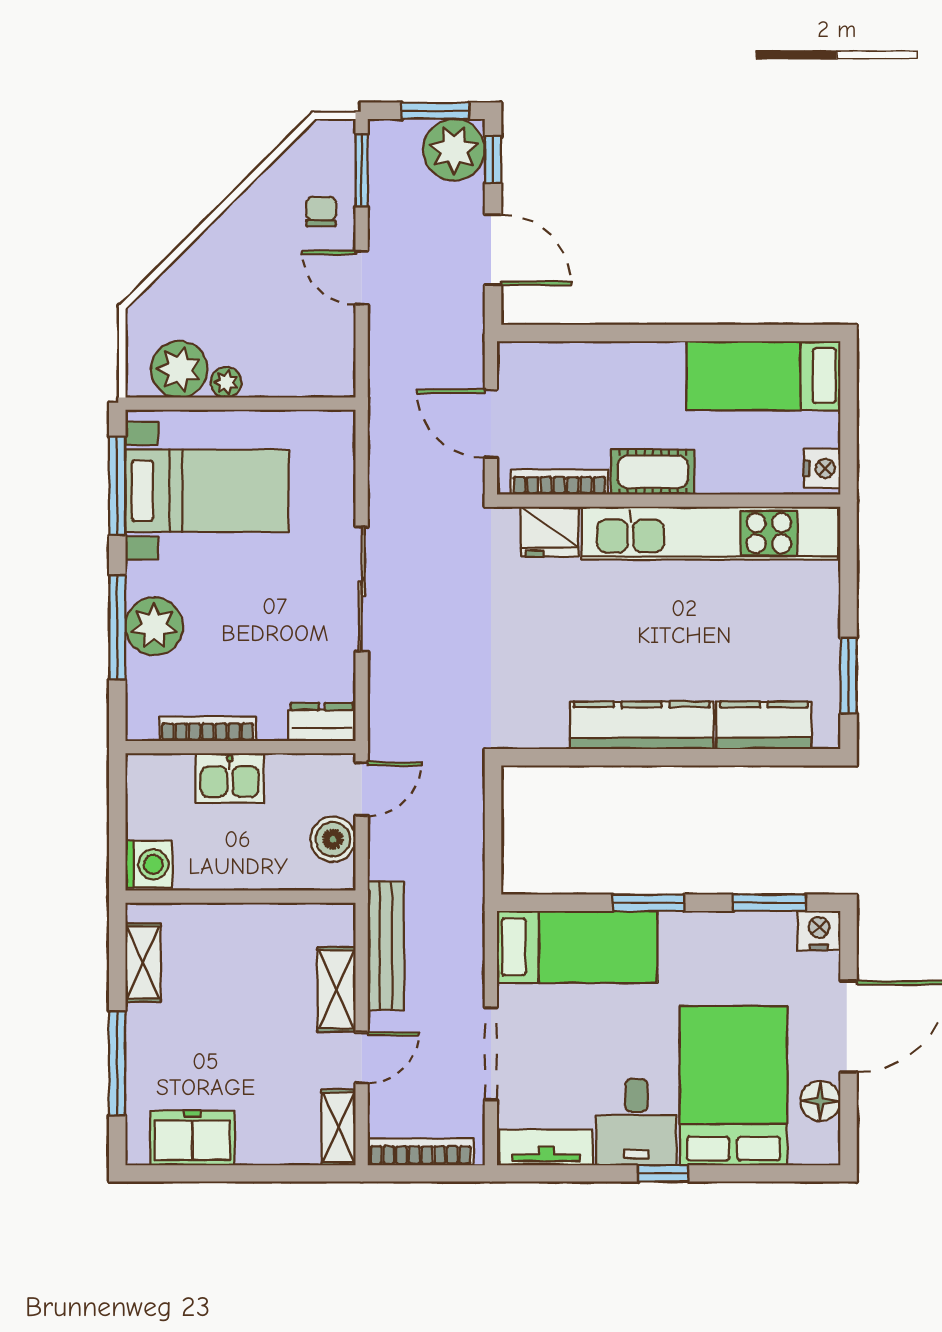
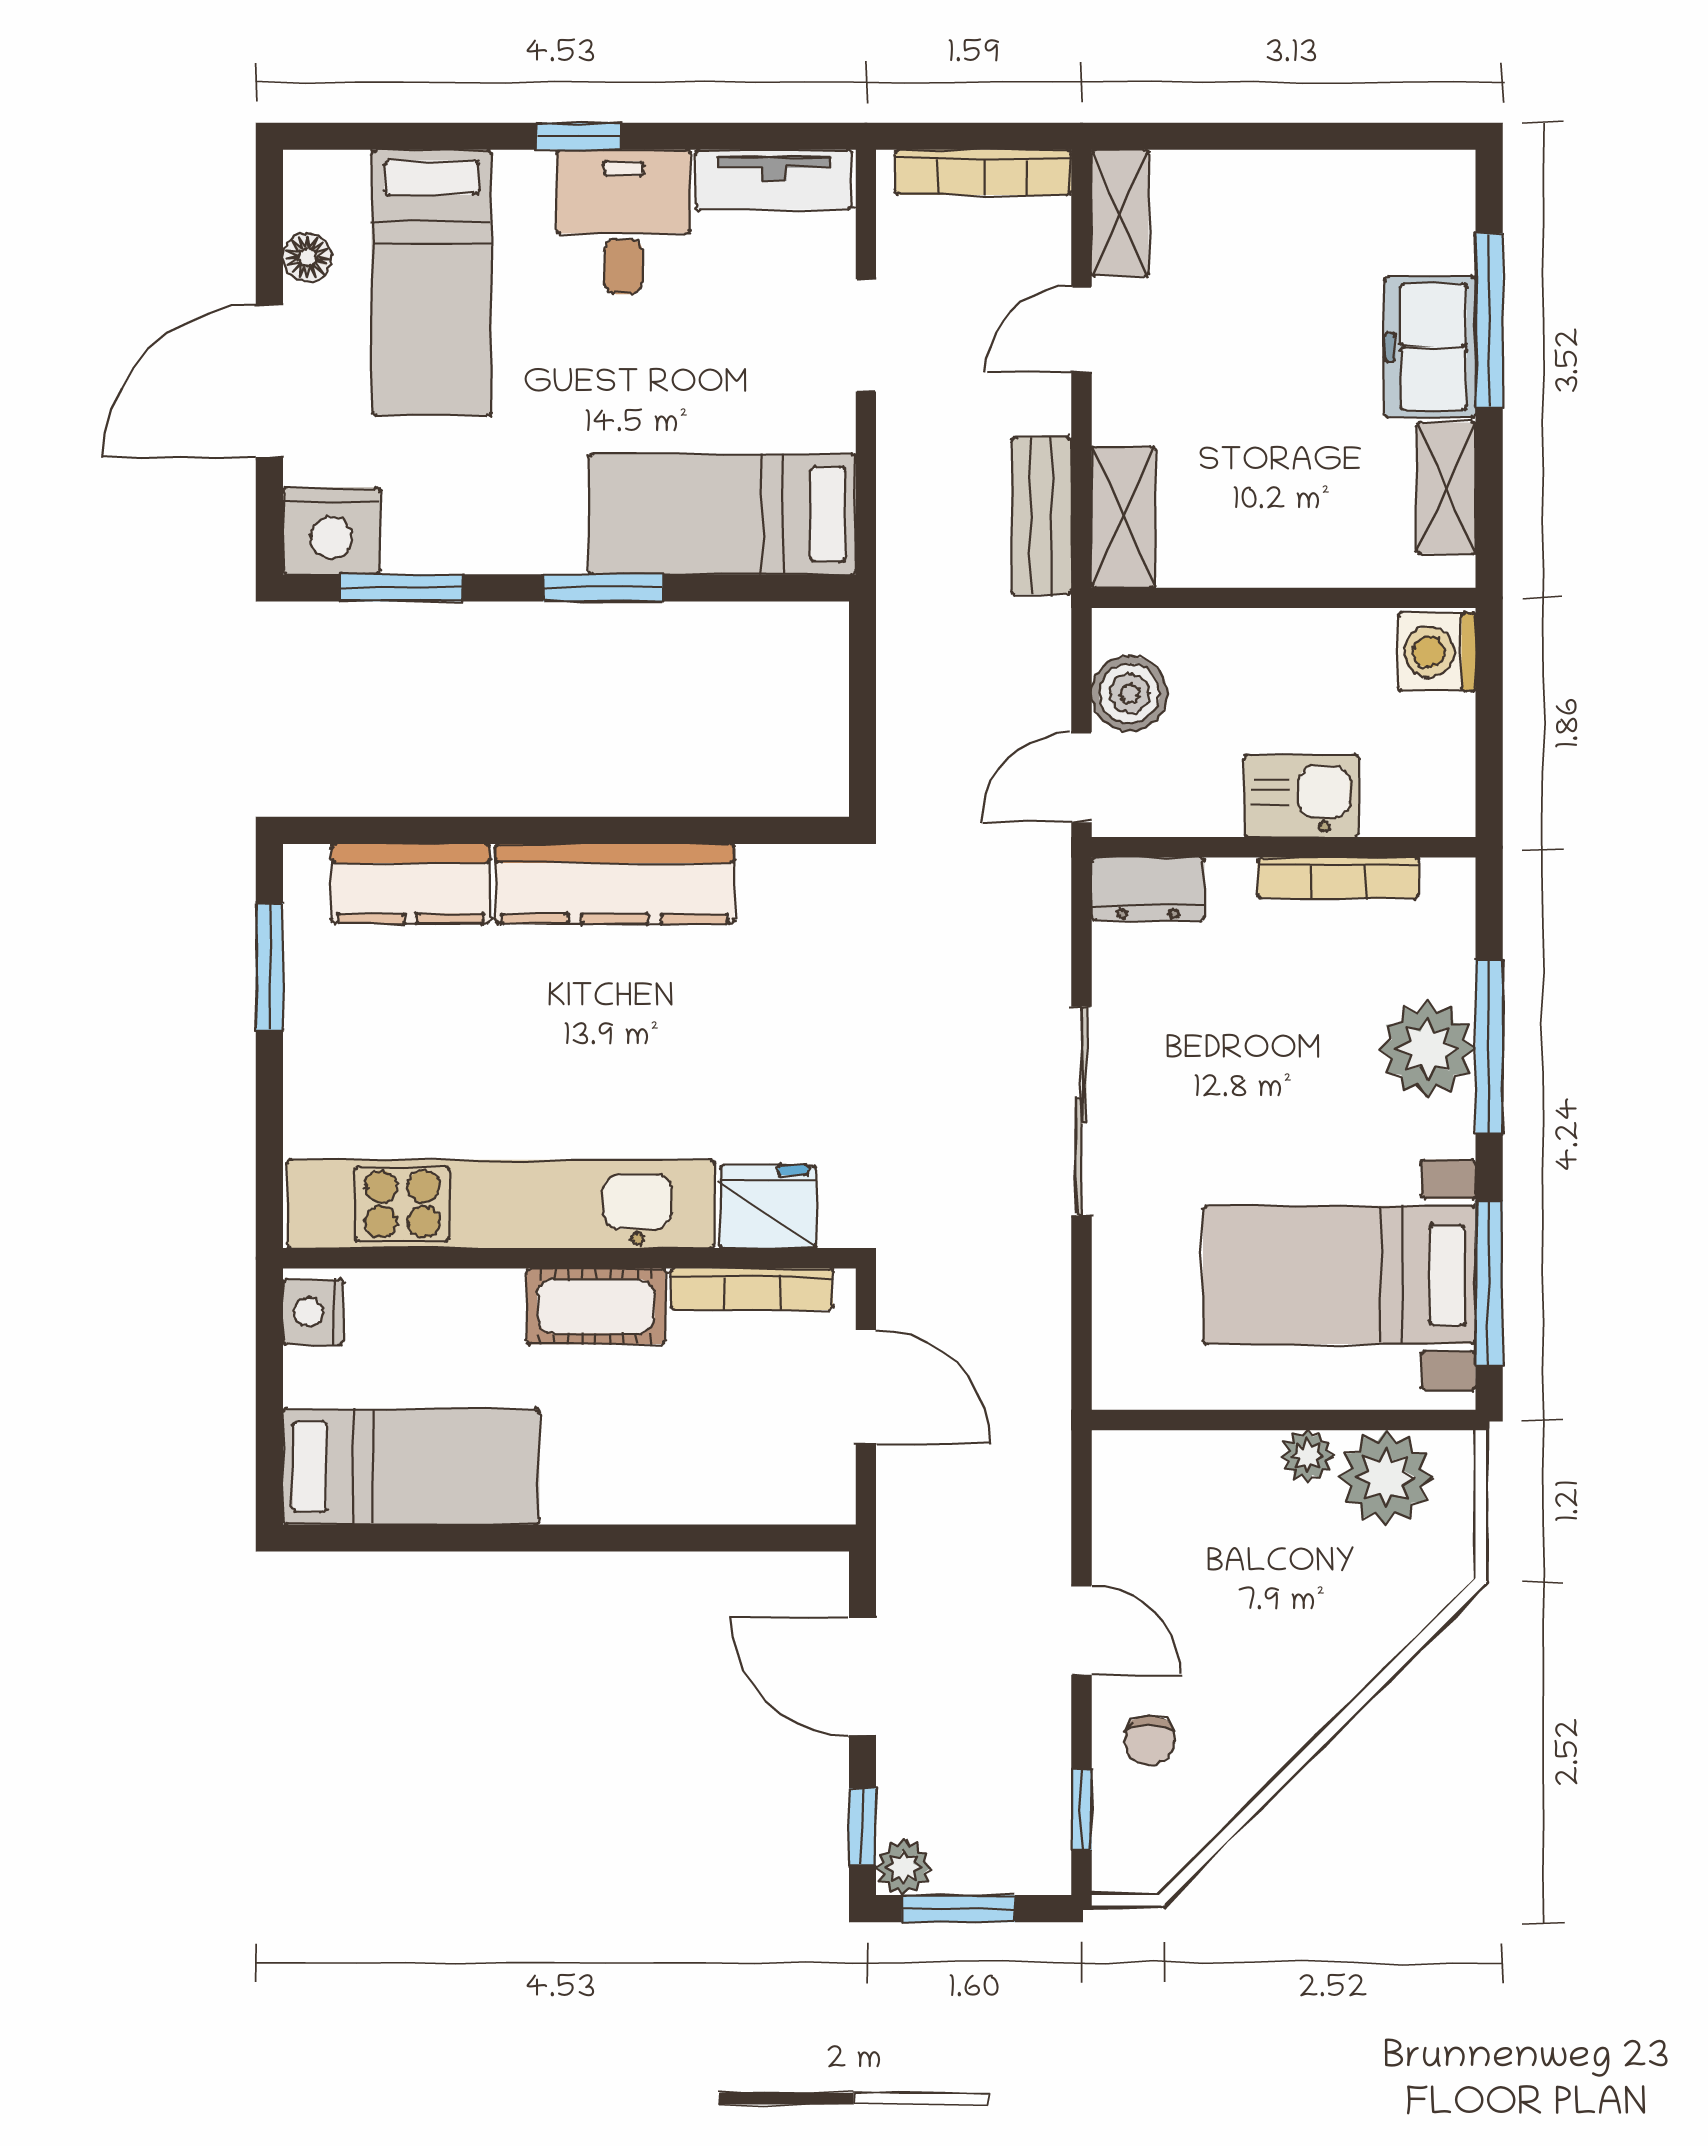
plant: (454, 150) -> (903, 1868), width x0.53, depth x0.53
window: (362, 170) -> (1082, 1810), width x0.67
nightstand: (819, 930) -> (331, 531), width x1.36, depth x1.33
bench: (386, 946) -> (1041, 516), width x0.73
shelving: (337, 989) -> (1123, 517), moved
doorway: (491, 1054) -> (866, 335), width x0.73
bed: (733, 1086) -> (432, 283), width x0.67
floor lamp: (820, 1101) -> (307, 257), width x0.73, depth x0.73
freezer: (192, 1138) -> (1430, 347), moved, turned 90

